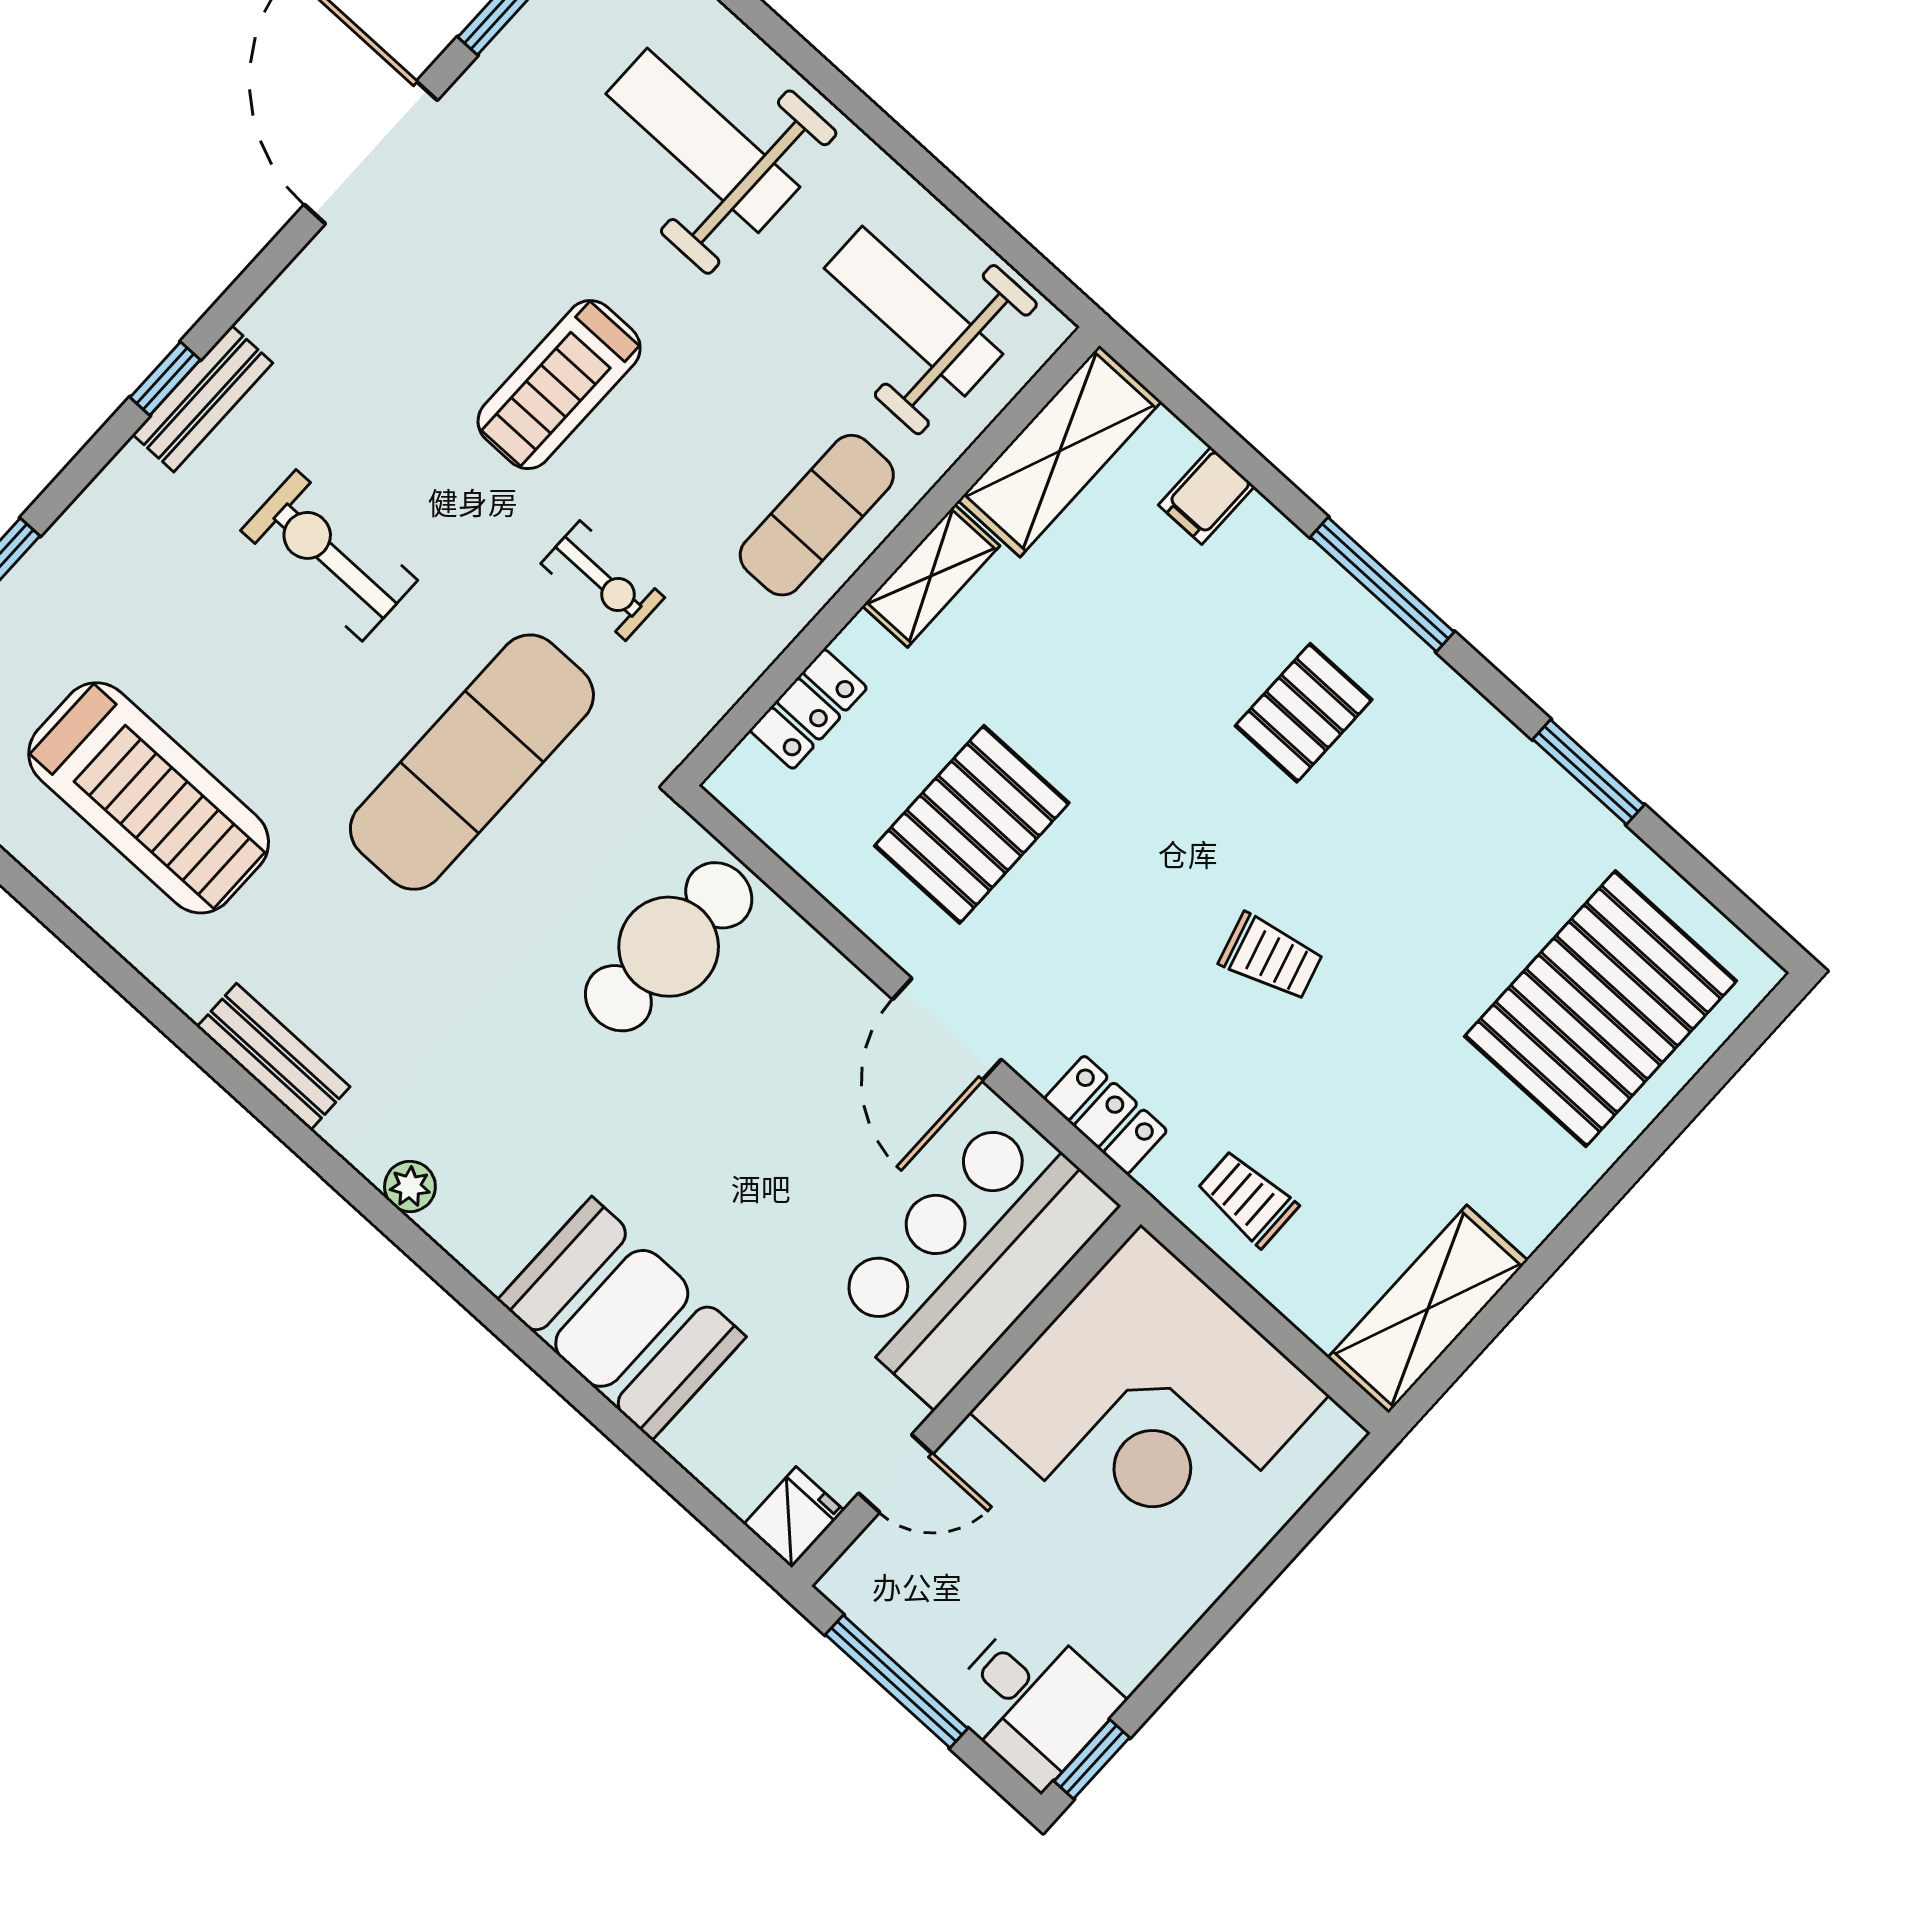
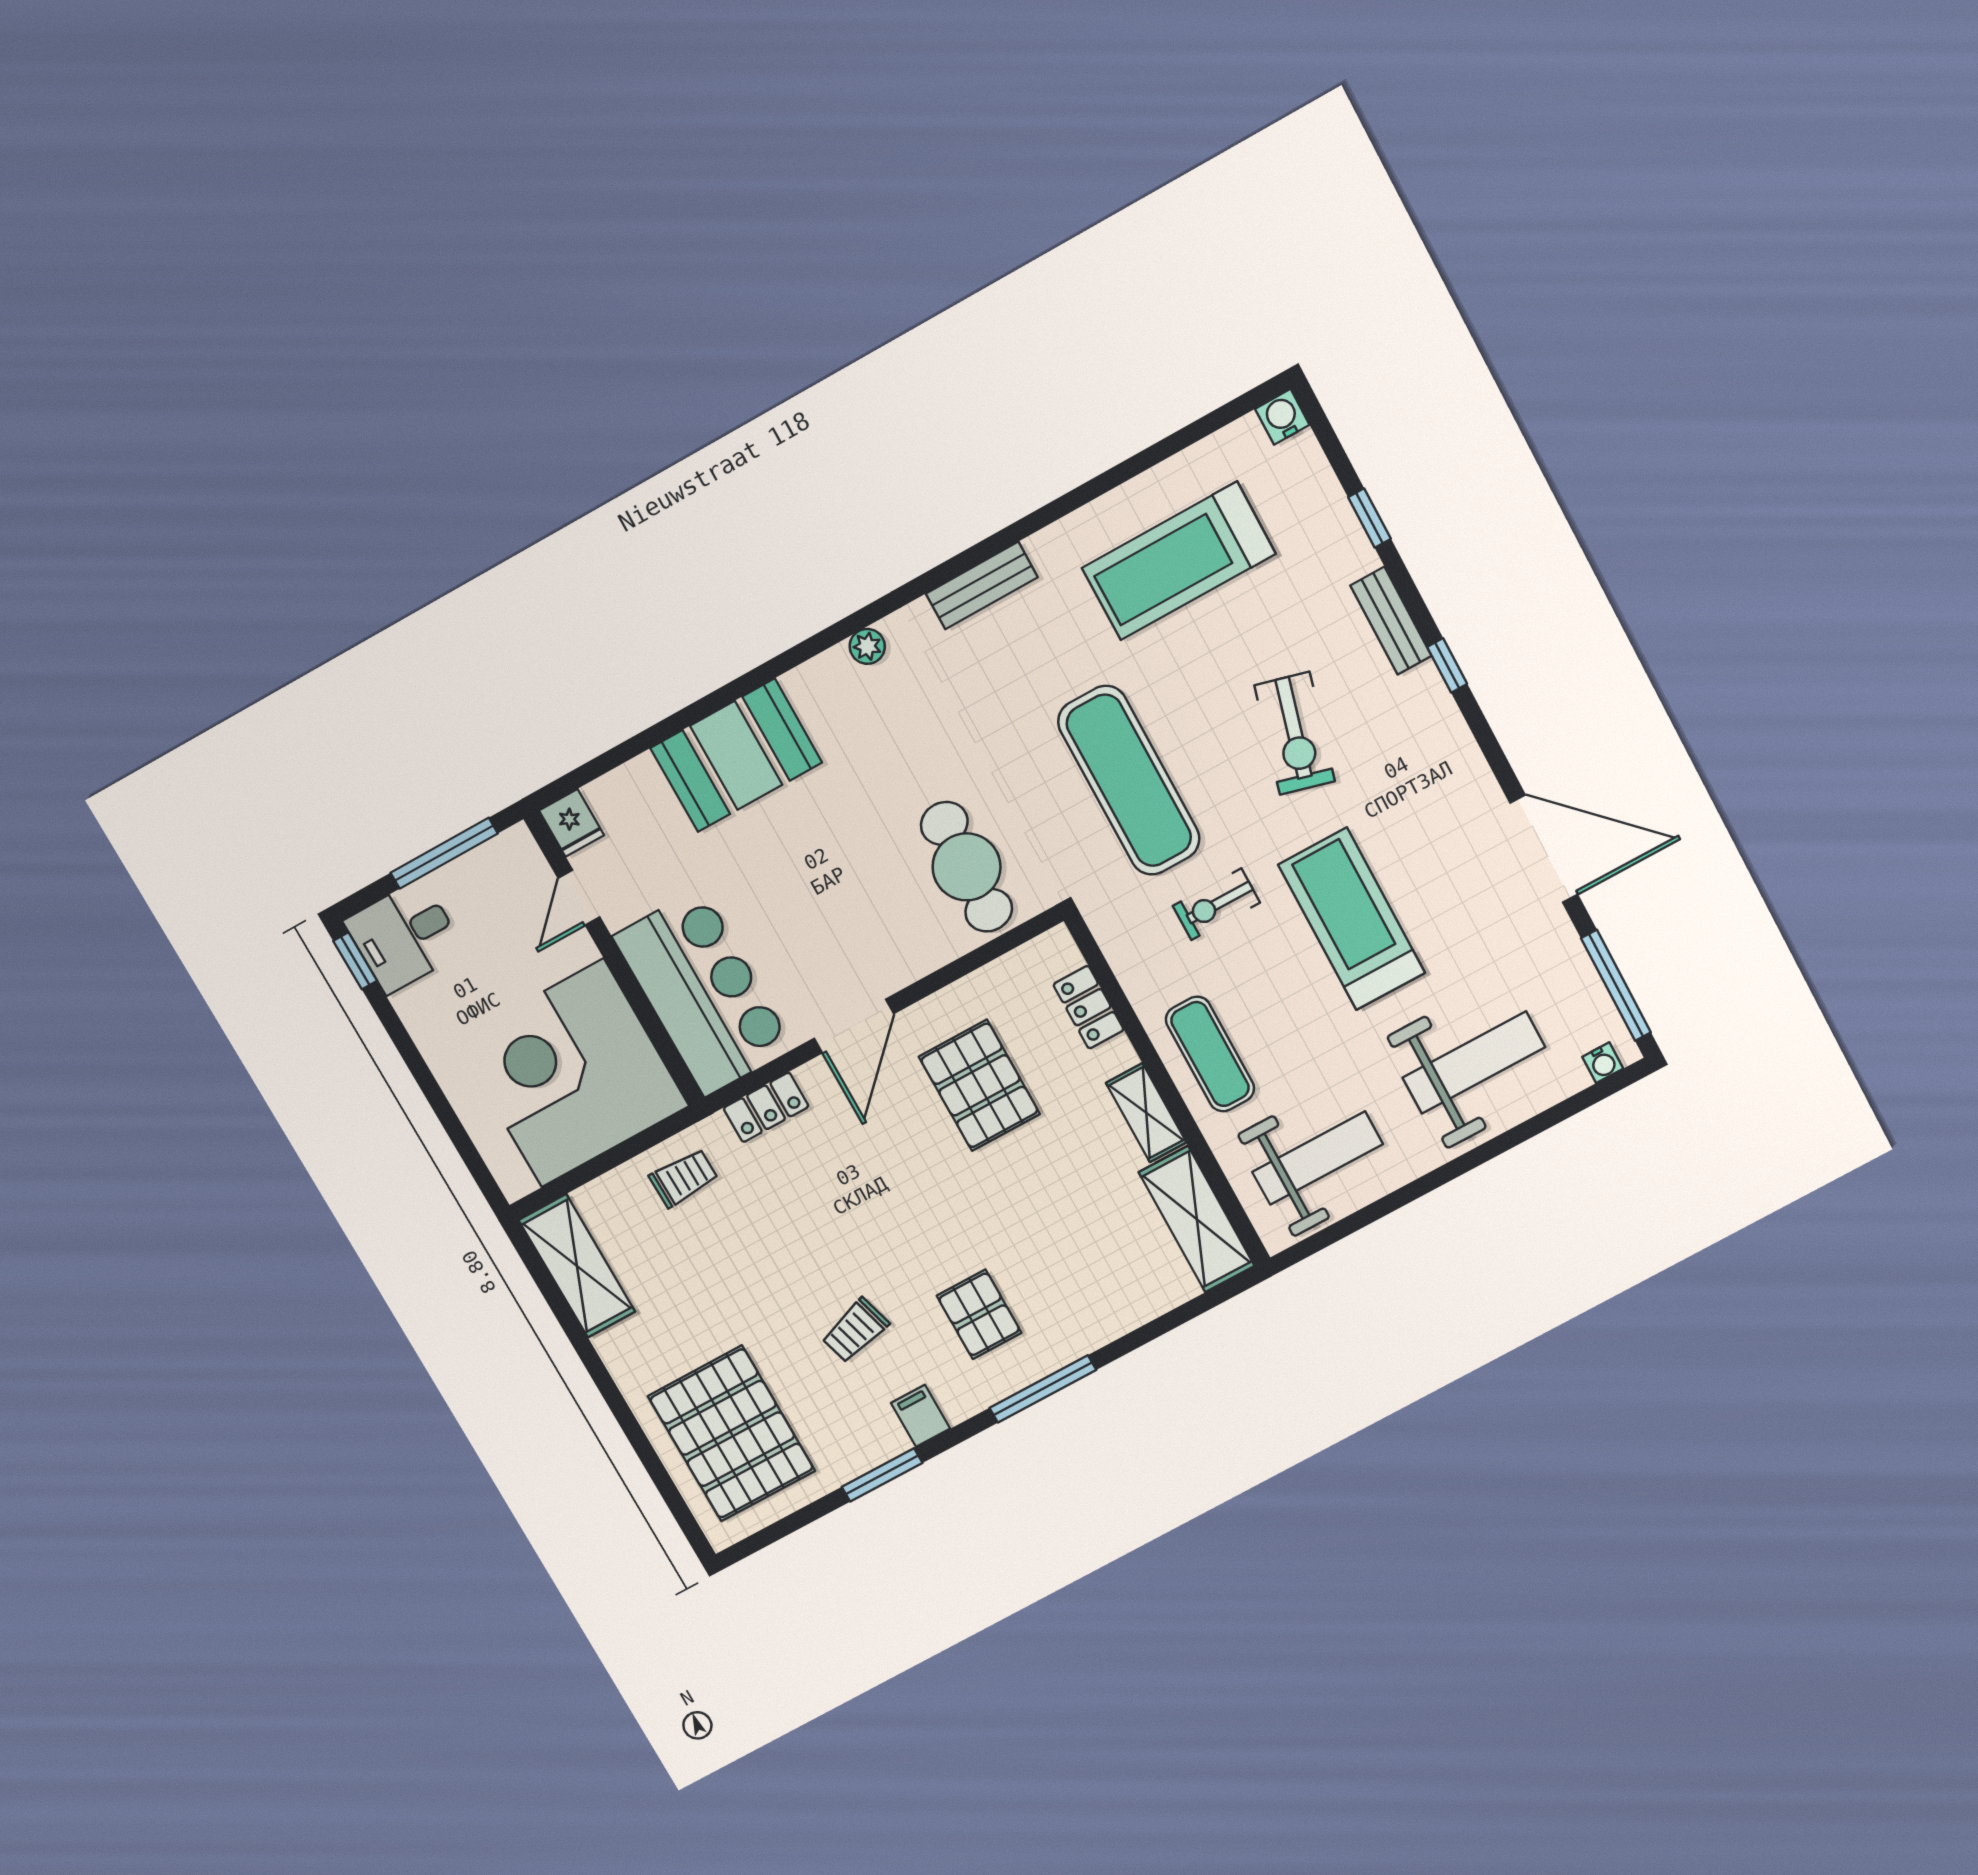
treadmill: (559, 385) -> (1352, 919), width x1.37, depth x1.38
bench: (203, 399) -> (1391, 621), moved
filing cabinet: (1206, 496) -> (921, 1416), moved
exercise bike: (329, 555) -> (1295, 733), turned 105
trolley: (1271, 957) -> (855, 1330), moved
door: (947, 1029) -> (854, 1026), swing flipped

